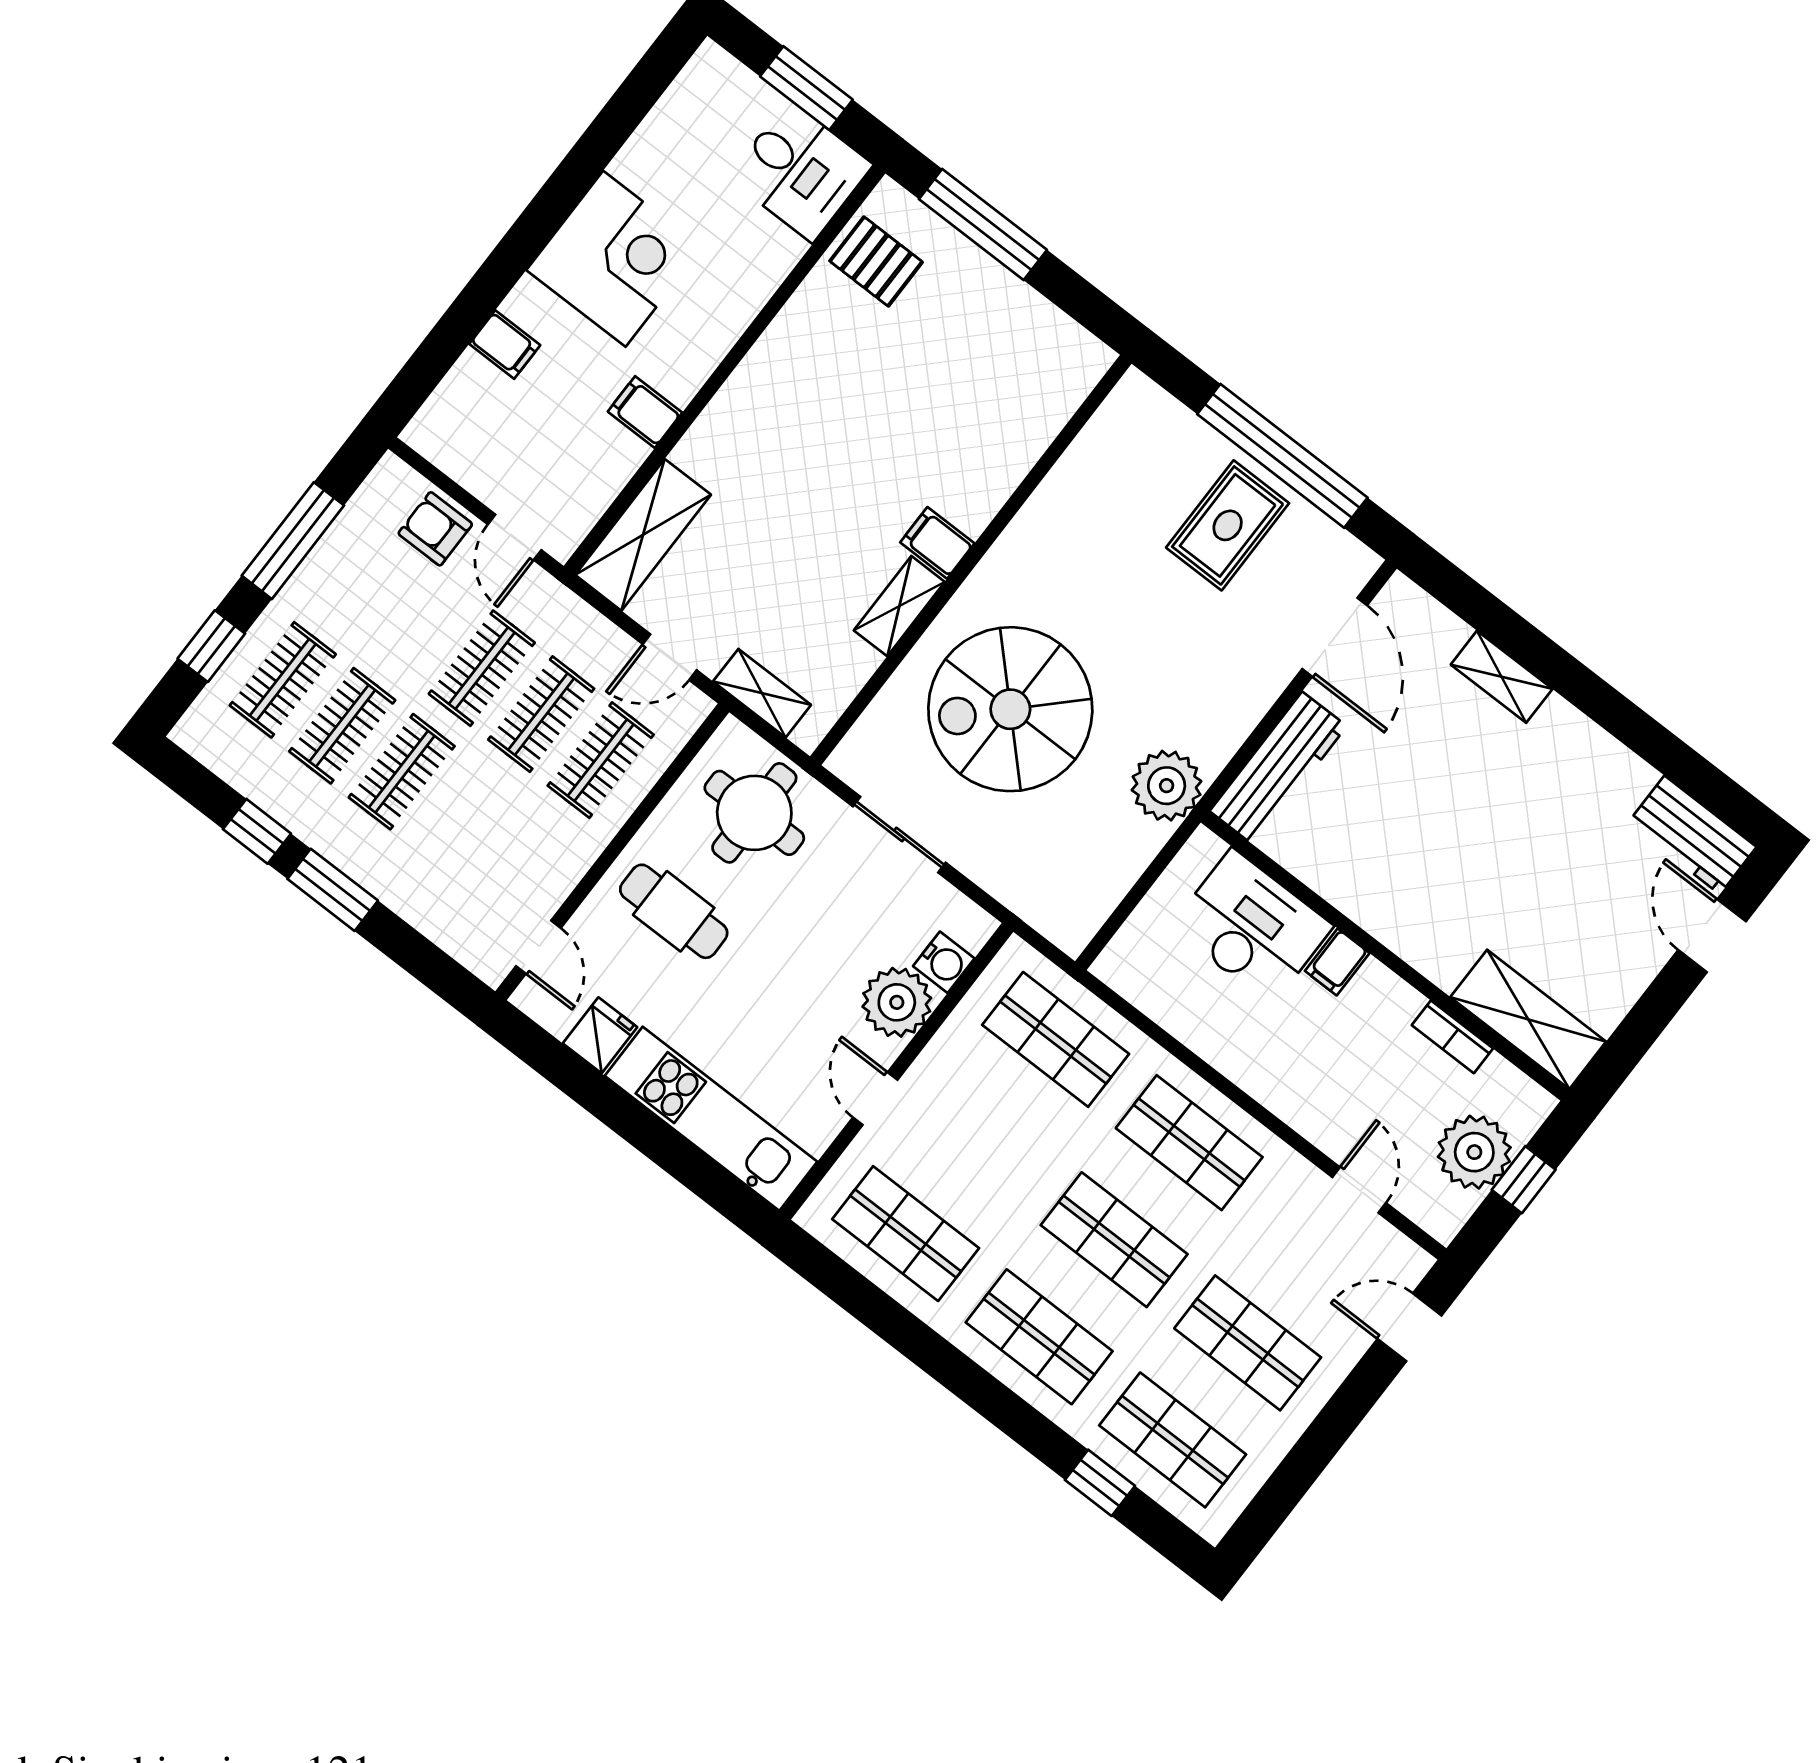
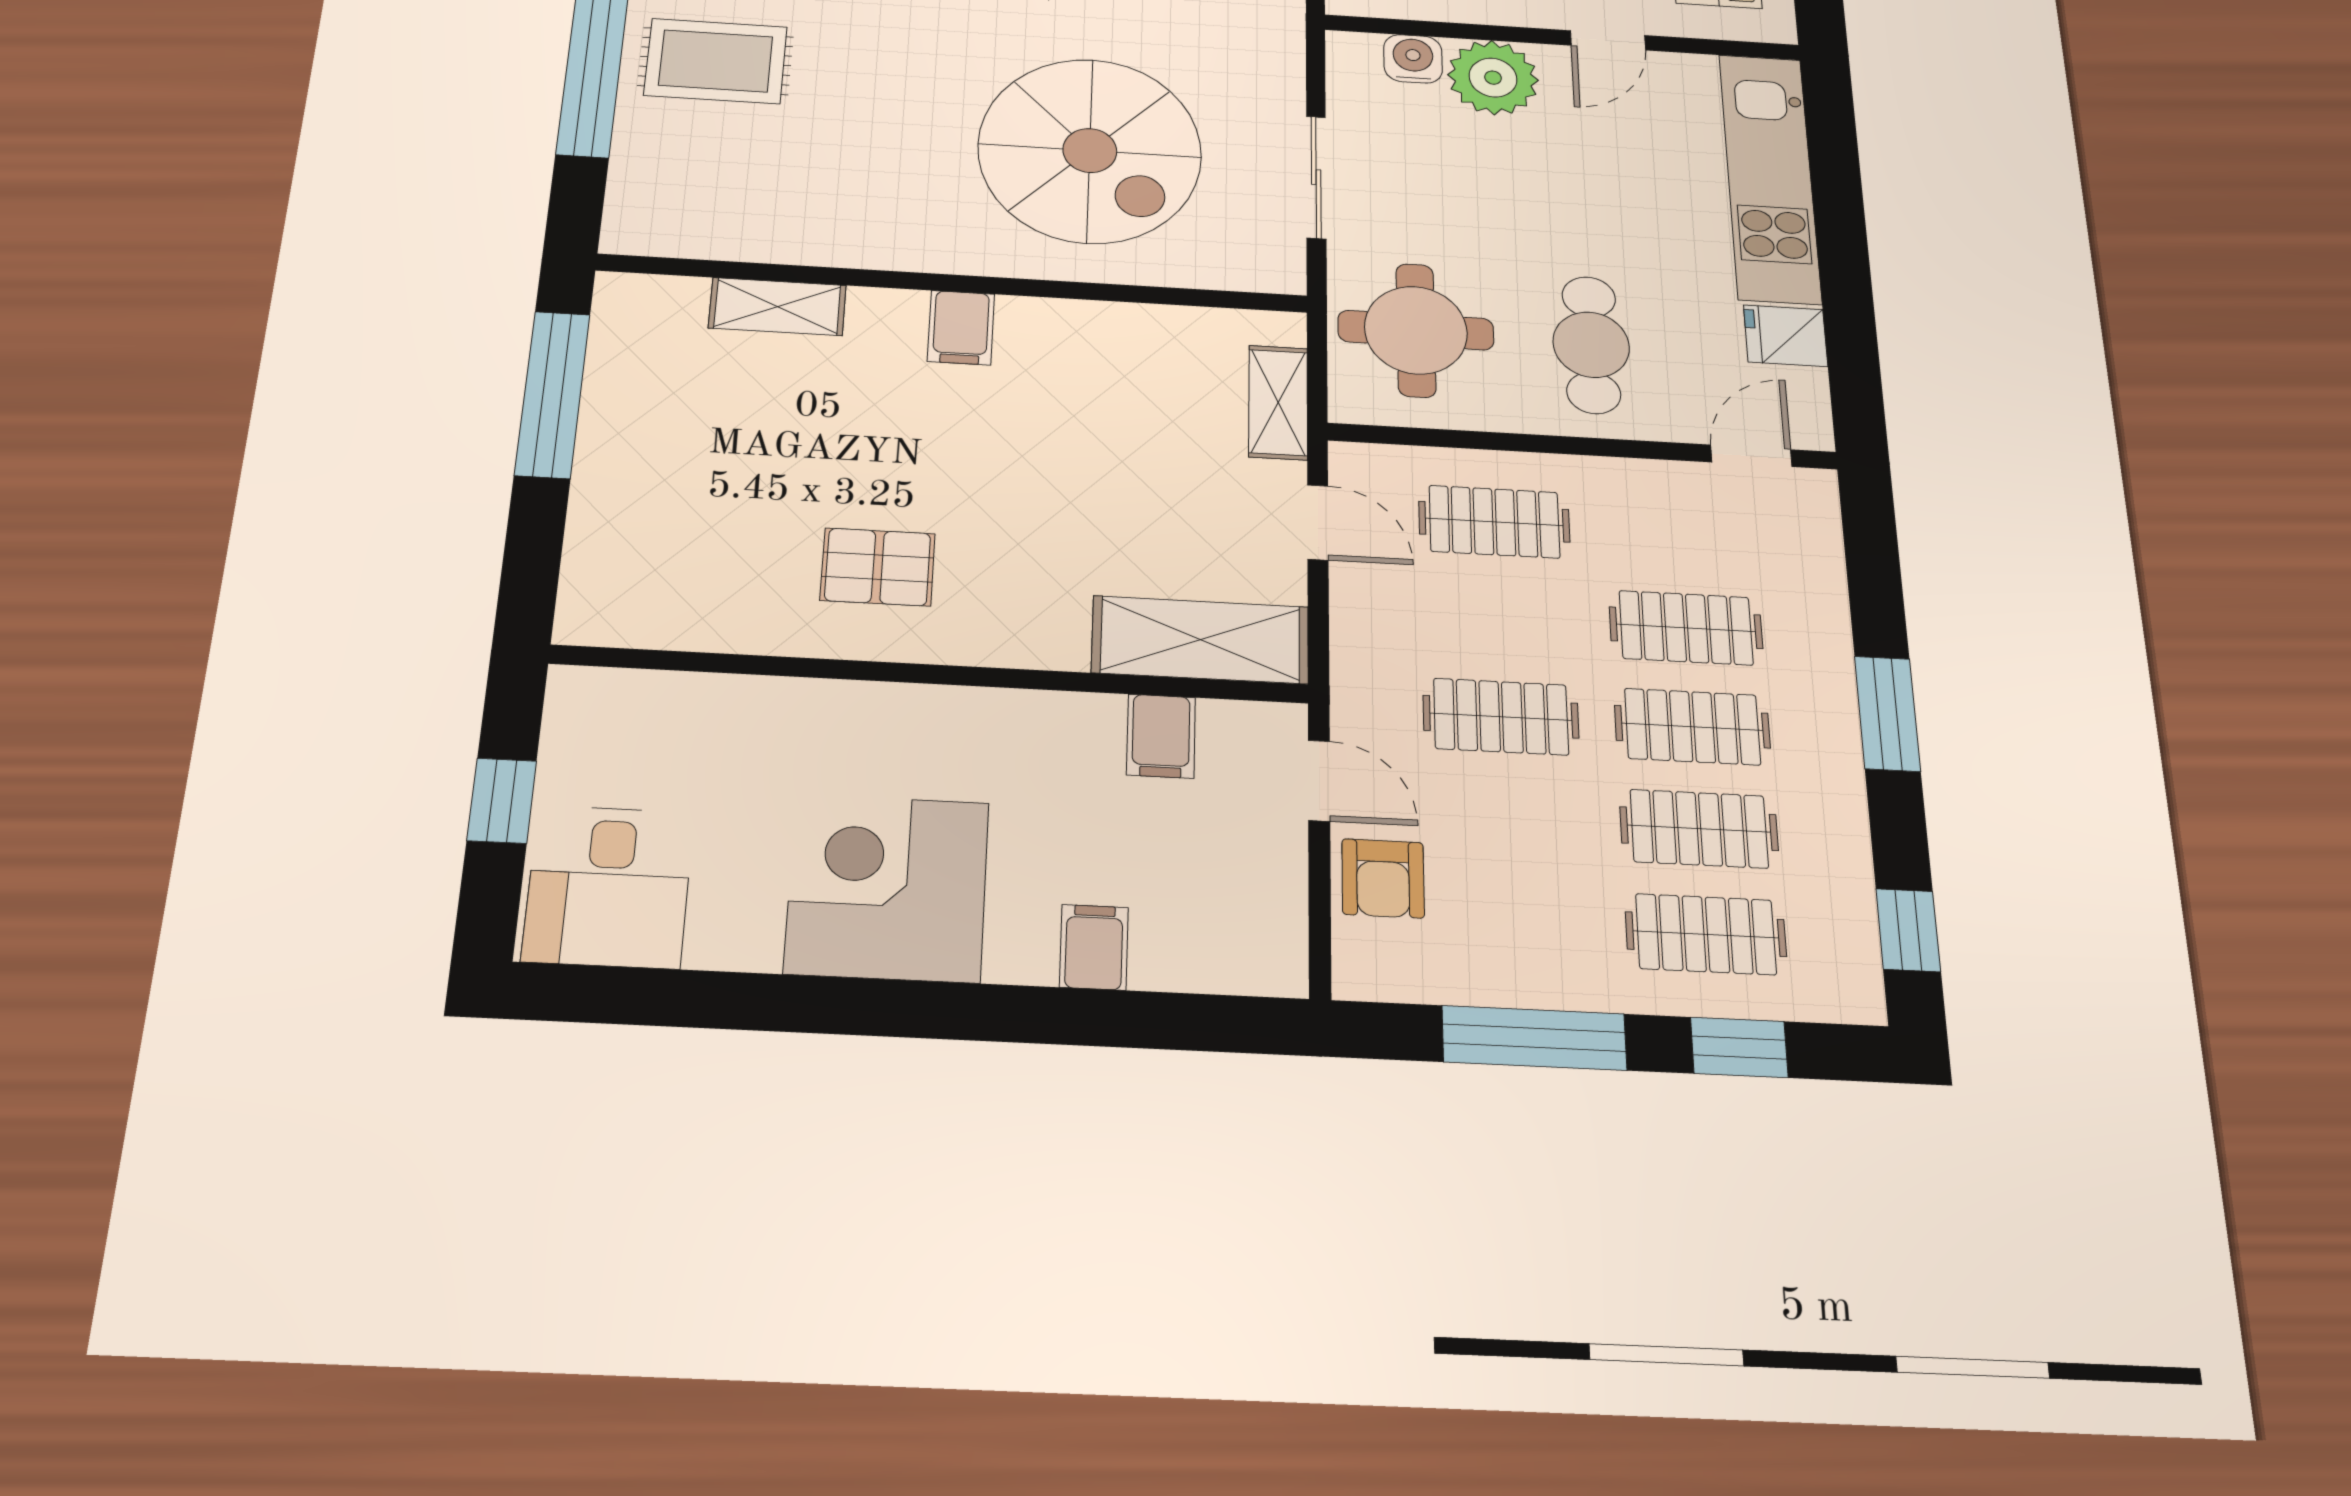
window: (806, 88) -> (502, 801), width x0.67
desk: (800, 171) -> (609, 887), moved, turned 180
window: (983, 225) -> (552, 394), moved
pallet: (876, 262) -> (878, 567), moved, turned 90
filing cabinet: (645, 412) -> (1161, 736), moved
door: (515, 537) -> (1319, 781), hinge flipped
shelving: (899, 606) -> (777, 307), moved
clothes rail: (541, 714) -> (1686, 628), moved
window: (257, 831) -> (1908, 930), moved

